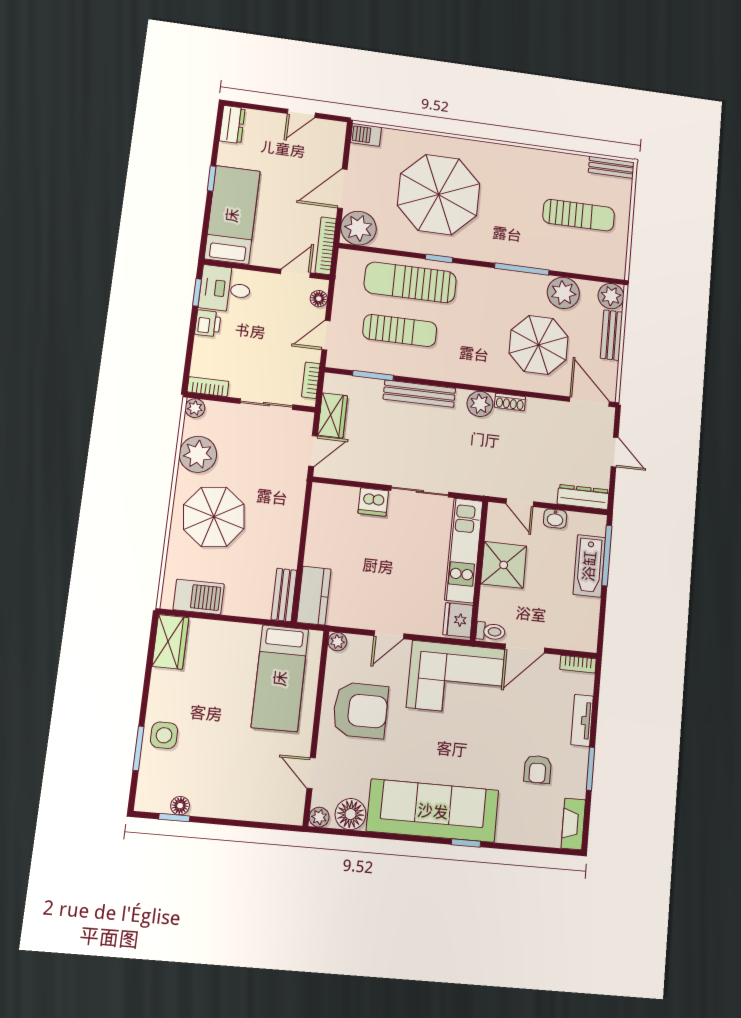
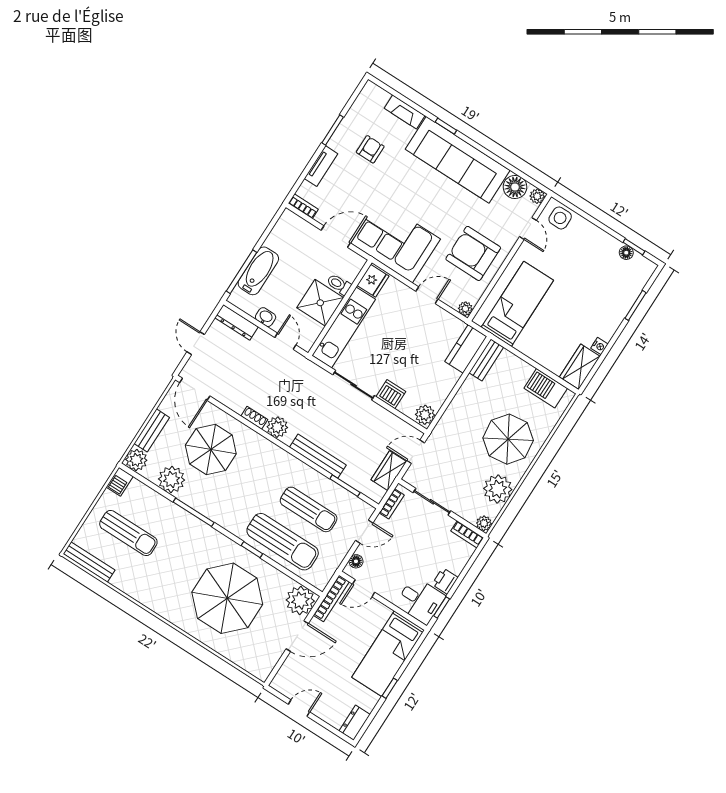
barbecue: (366, 135) -> (120, 482), moved, turned 90
bench: (611, 167) -> (89, 562), width x1.36
sun lounger: (579, 215) -> (128, 533), turned 180
sun lounger: (400, 331) -> (309, 509), turned 180
plant: (323, 498) -> (425, 415), added
toilet: (491, 631) -> (339, 284), moved
nightstand: (159, 678) -> (599, 346), added
side table: (164, 735) -> (560, 218), moved
fireplace: (573, 824) -> (405, 112), moved, turned 90

